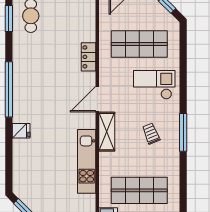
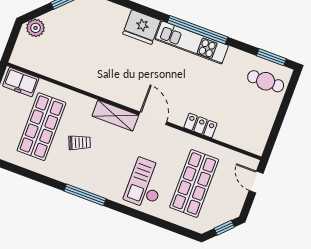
checkout: (154, 85) -> (146, 183), turned 180
fridge: (21, 131) -> (142, 27), width x1.88, depth x1.34
trolley: (151, 134) -> (80, 143), moved
kitchen unit: (87, 161) -> (192, 42), moved, turned 180

